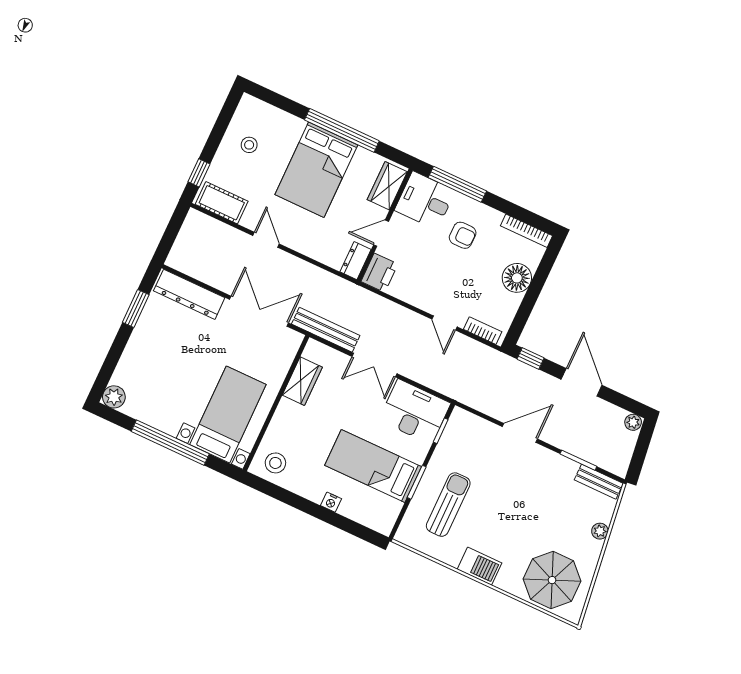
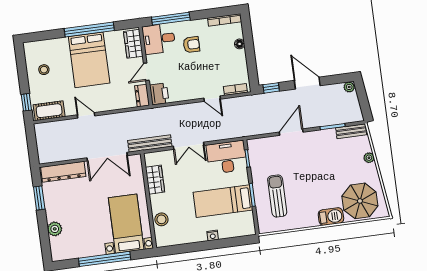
floor lamp: (517, 278) -> (240, 44), width x0.53, depth x0.53
double door: (259, 311) -> (107, 157), swing flipped
plant: (114, 397) -> (55, 229), moved
stool: (275, 463) -> (161, 219), moved
barbecue: (479, 566) -> (331, 217), moved

